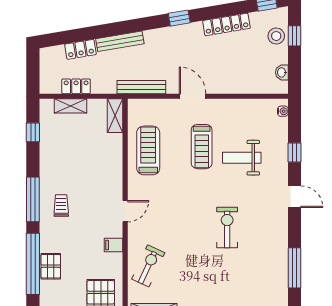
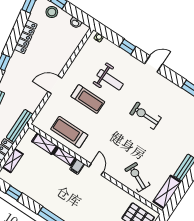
bench: (141, 87) -> (20, 126), moved
shelving: (115, 116) -> (45, 144), moved
weight bench: (242, 158) -> (110, 80), turned -90
shelving: (116, 164) -> (64, 156), added
trolley: (61, 206) -> (68, 205), removed
filing cabinet: (114, 245) -> (77, 167), moved

